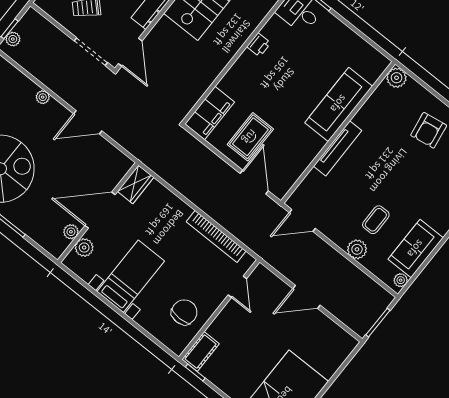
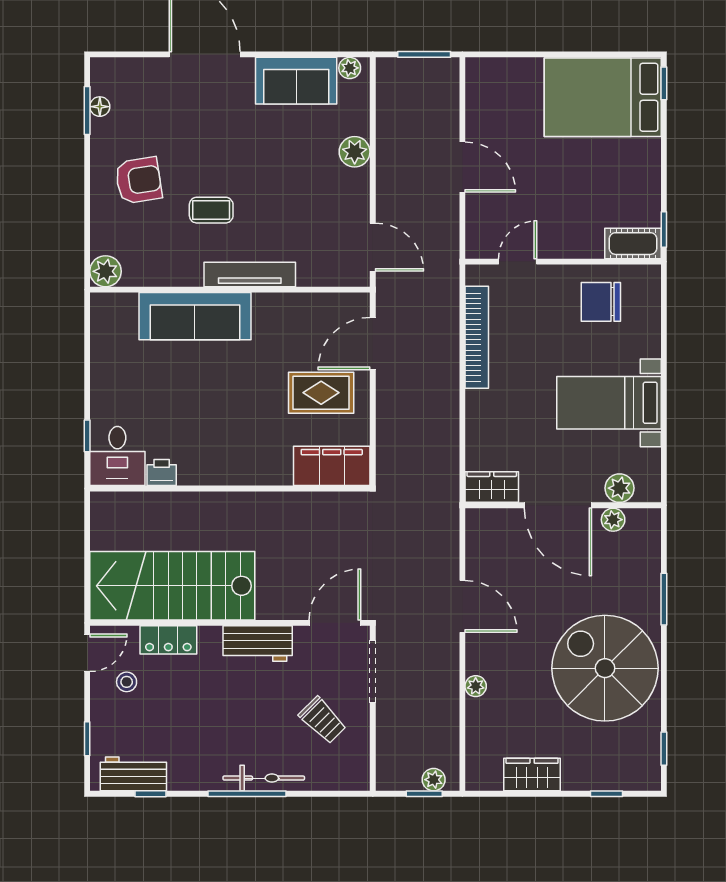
printer: (259, 45) -> (162, 473), moved
coffee table: (376, 220) -> (211, 210), moved

